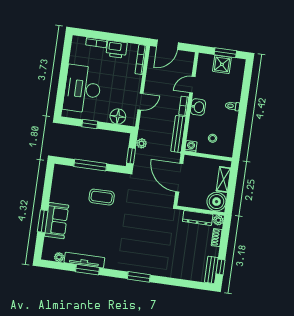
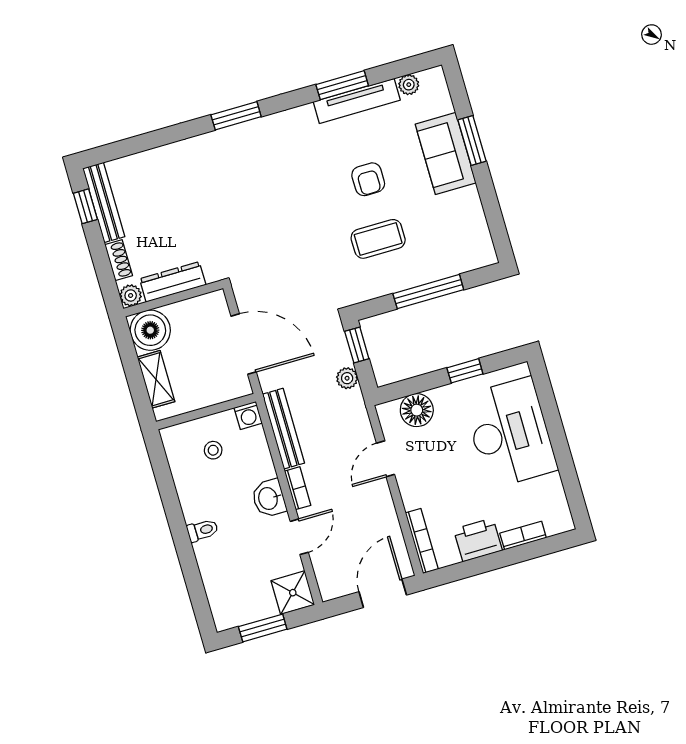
shower: (222, 64) -> (293, 593), moved
armchair: (94, 224) -> (368, 179), added
bench: (211, 270) -> (104, 202), width x1.36

